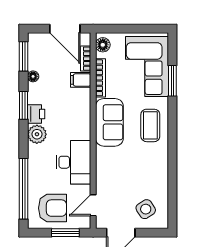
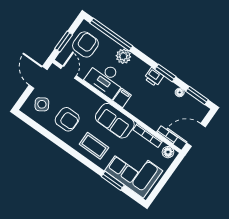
filing cabinet: (81, 80) -> (122, 98), moved
plant: (37, 134) -> (123, 56), moved
armchair: (143, 172) -> (67, 119), added
armchair: (53, 208) -> (85, 44), turned 180

